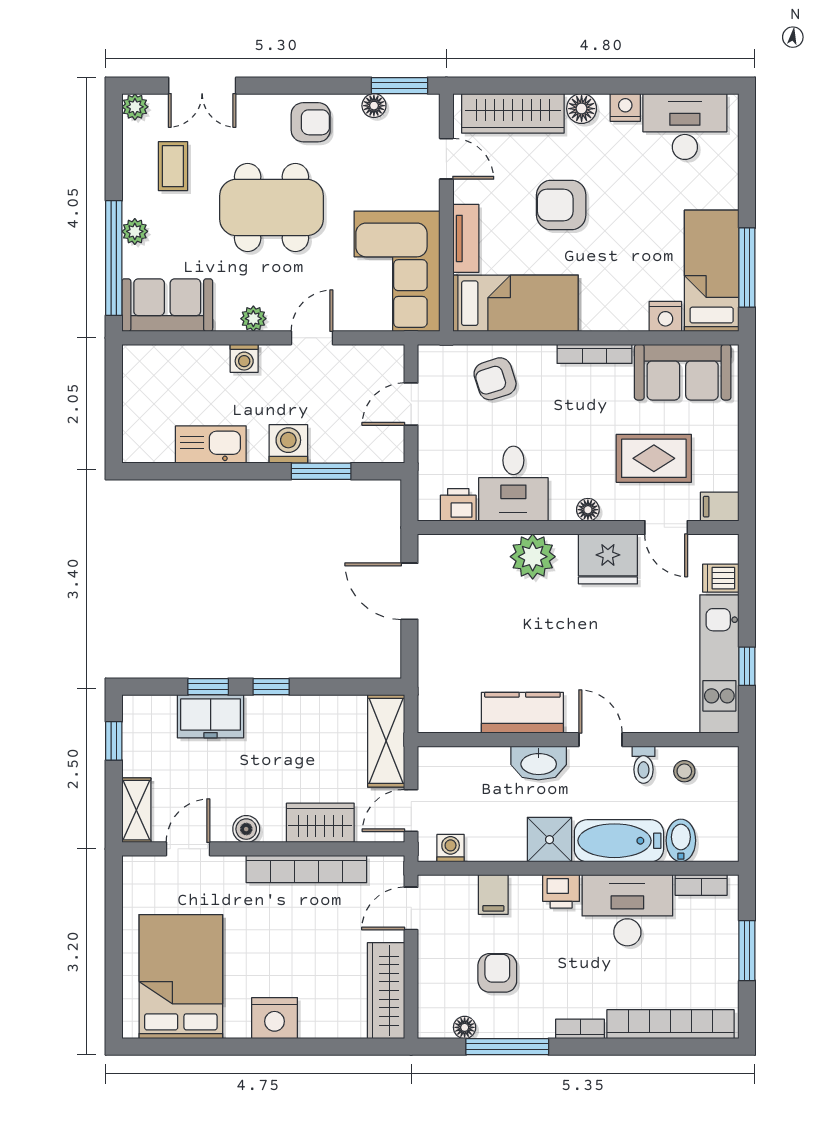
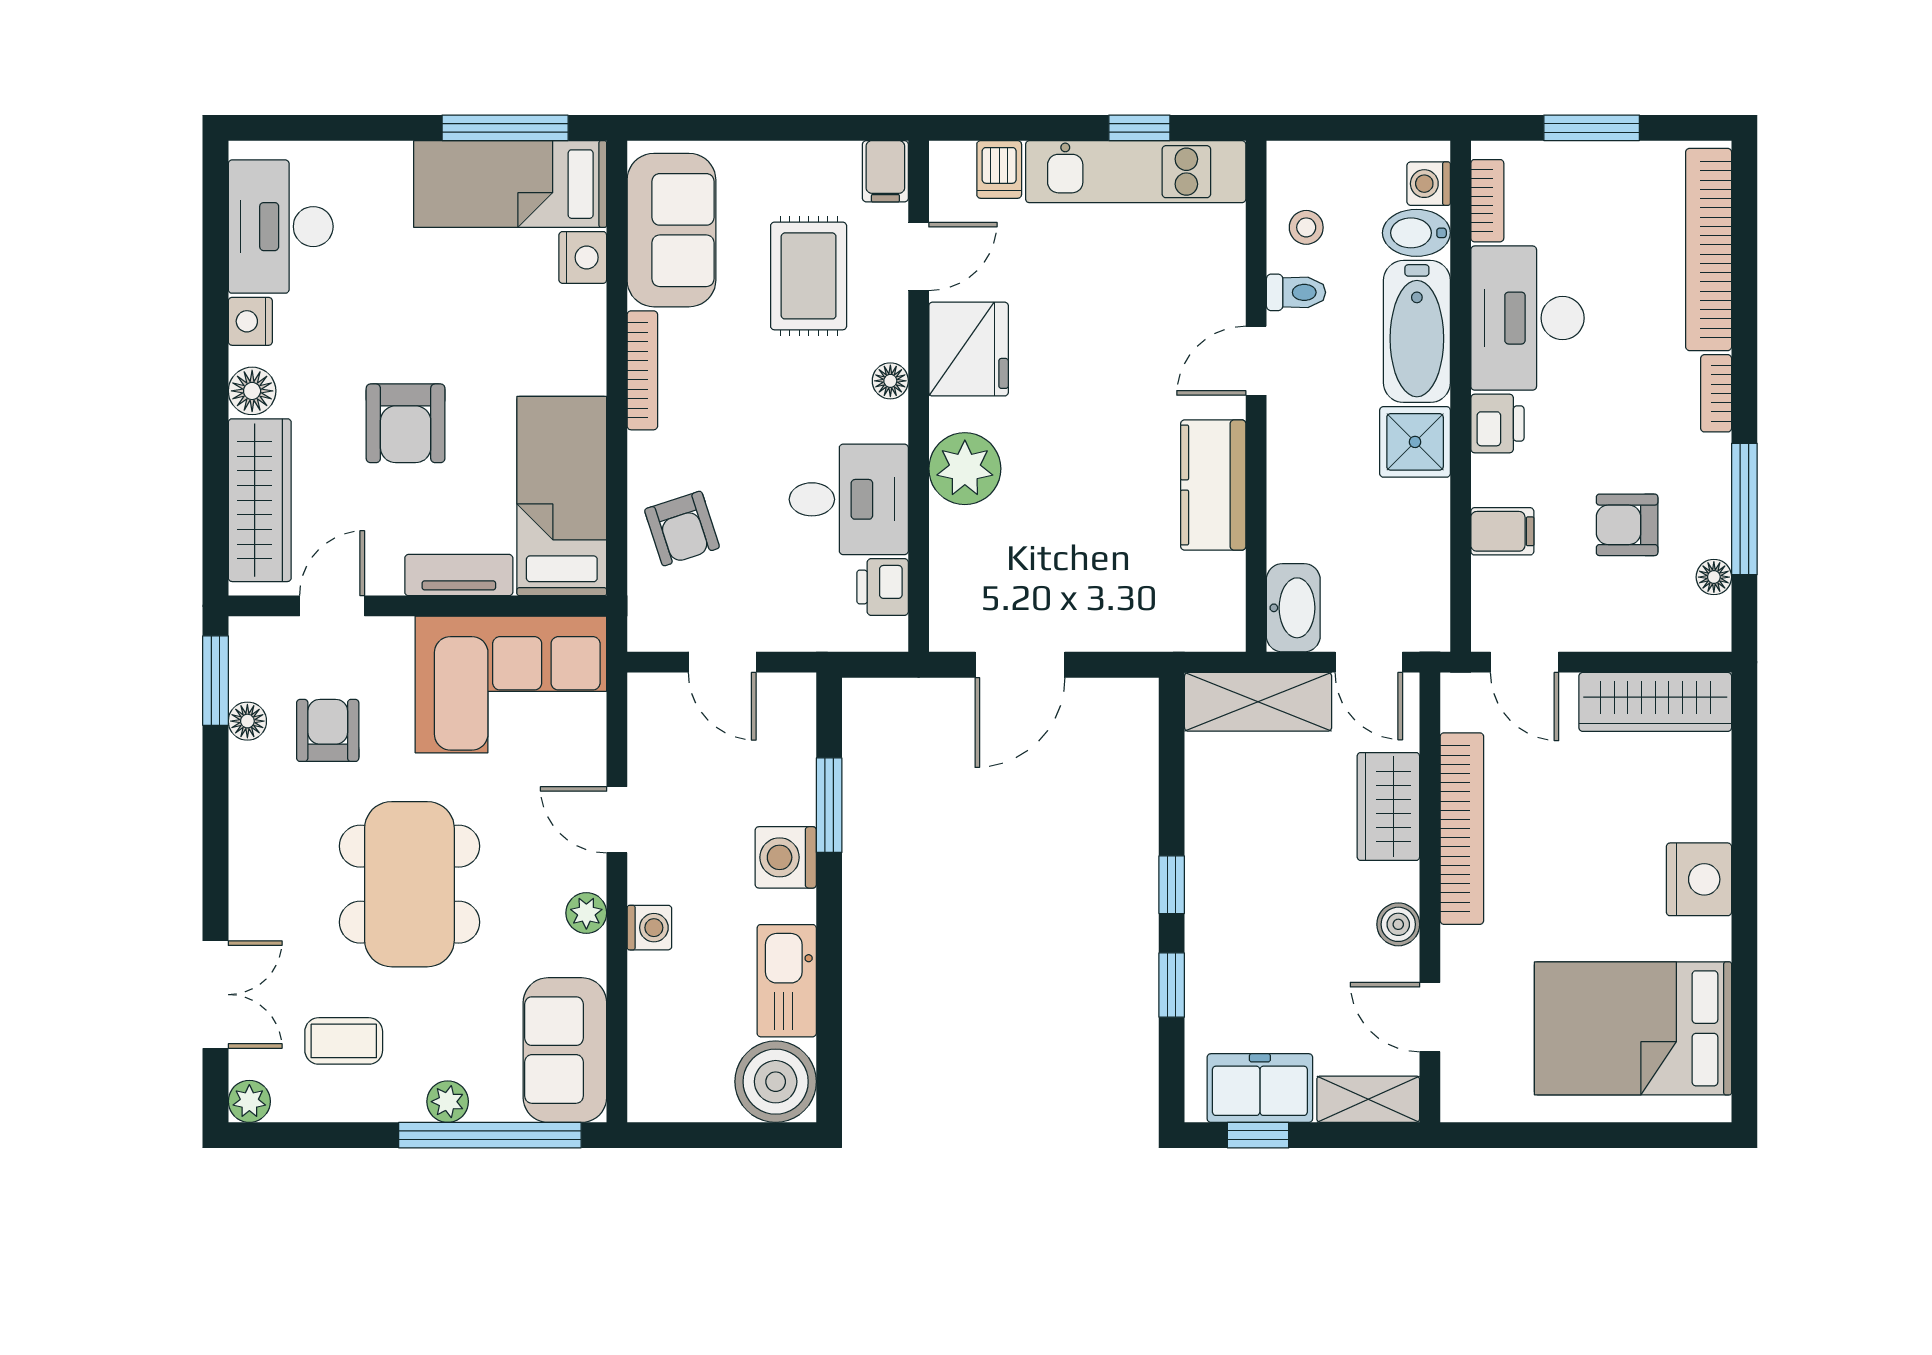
armchair: (311, 122) -> (328, 730), moved
boiler: (147, 438) -> (776, 1082), added
freezer: (211, 716) -> (1260, 1088), moved, turned -90
washbasin: (539, 763) -> (1293, 608), moved
washing machine: (451, 848) -> (1429, 184), moved

